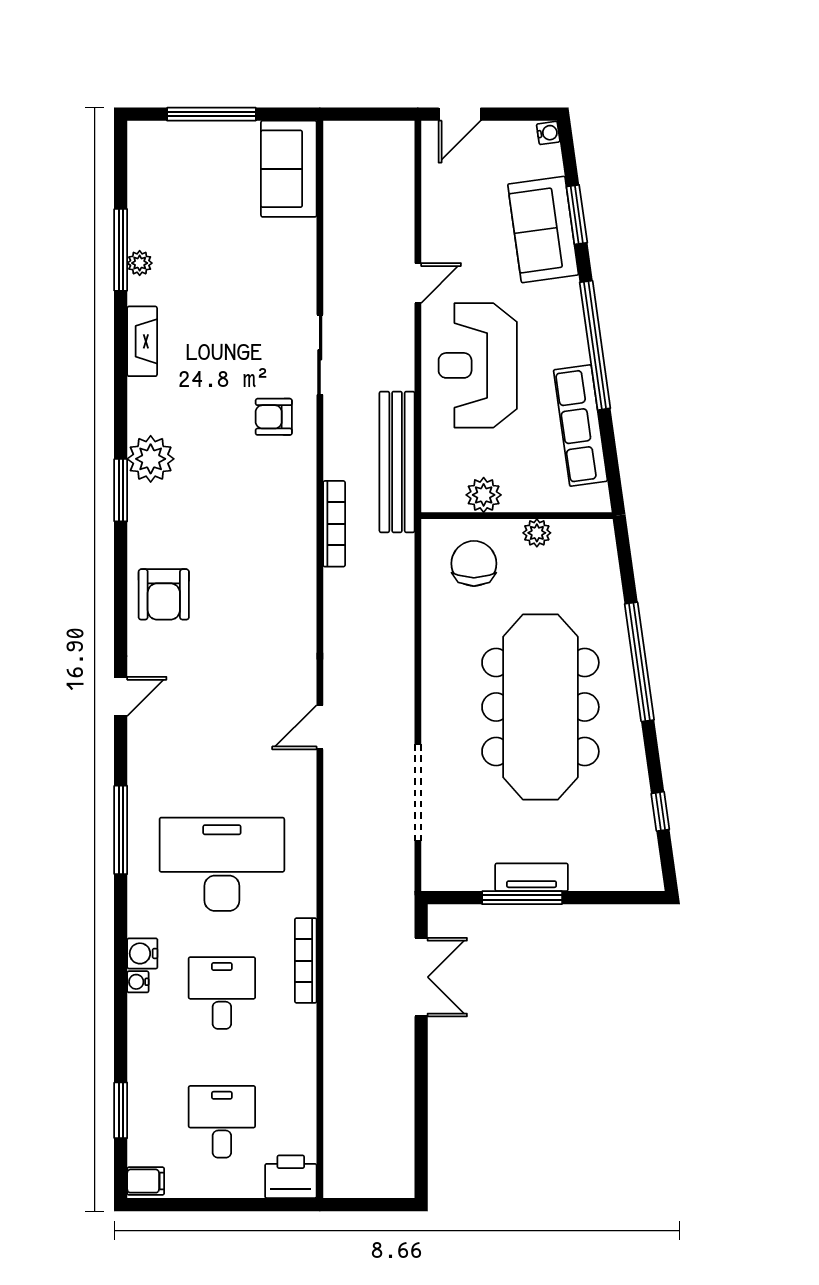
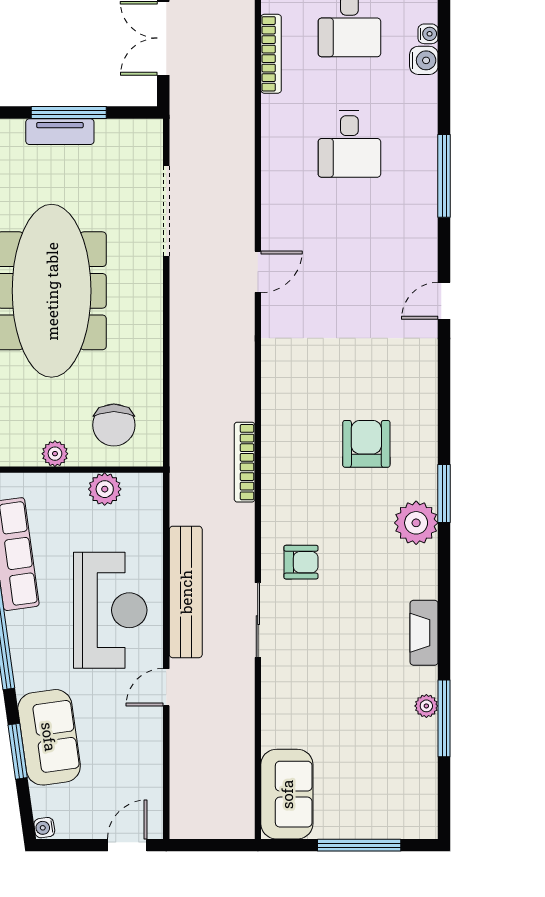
bench: (397, 462) -> (186, 592), moved
armchair: (164, 594) -> (366, 444), moved
desk: (222, 864) -> (349, 144), width x0.53, depth x0.77

